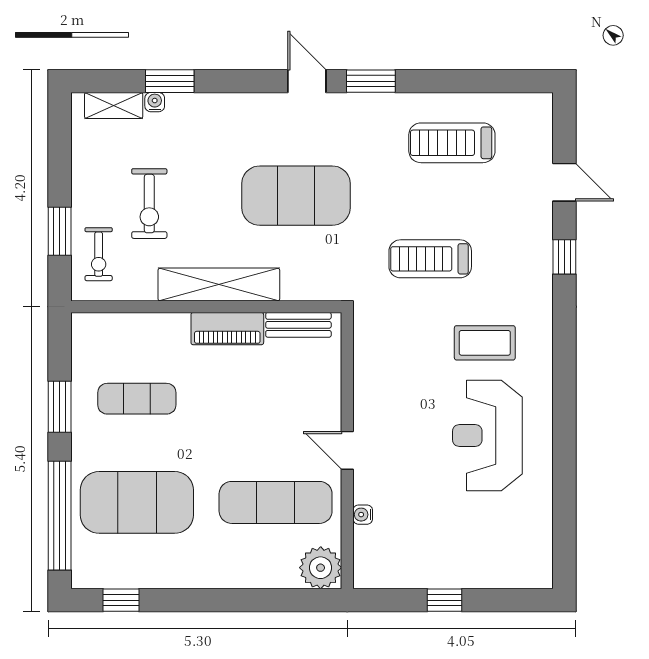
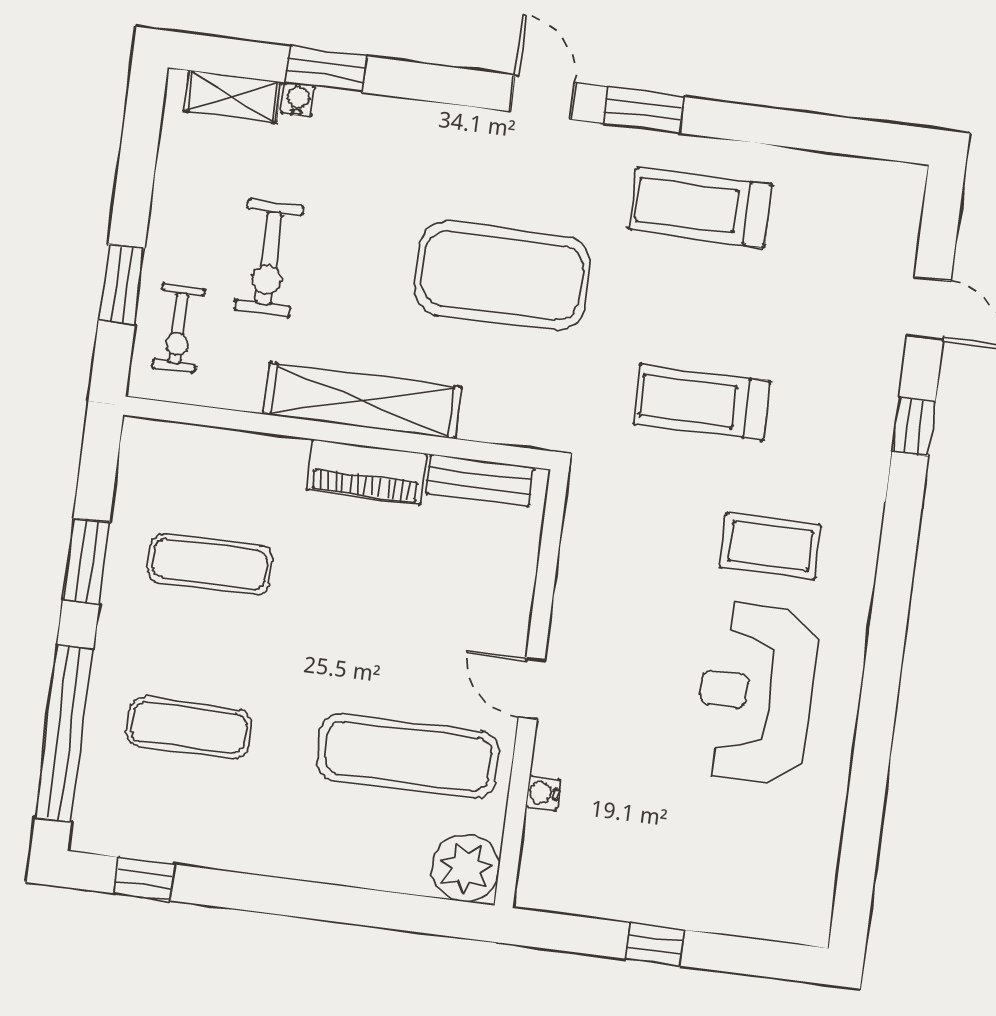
treadmill: (452, 143) -> (700, 207), moved
exercise mat: (137, 502) -> (189, 728), width x0.50, depth x0.69

